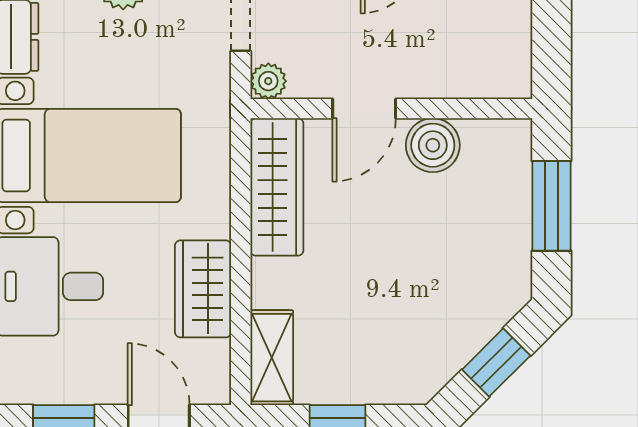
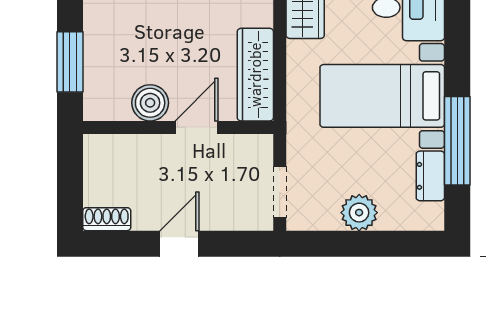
plant: (268, 81) -> (261, 146), removed

